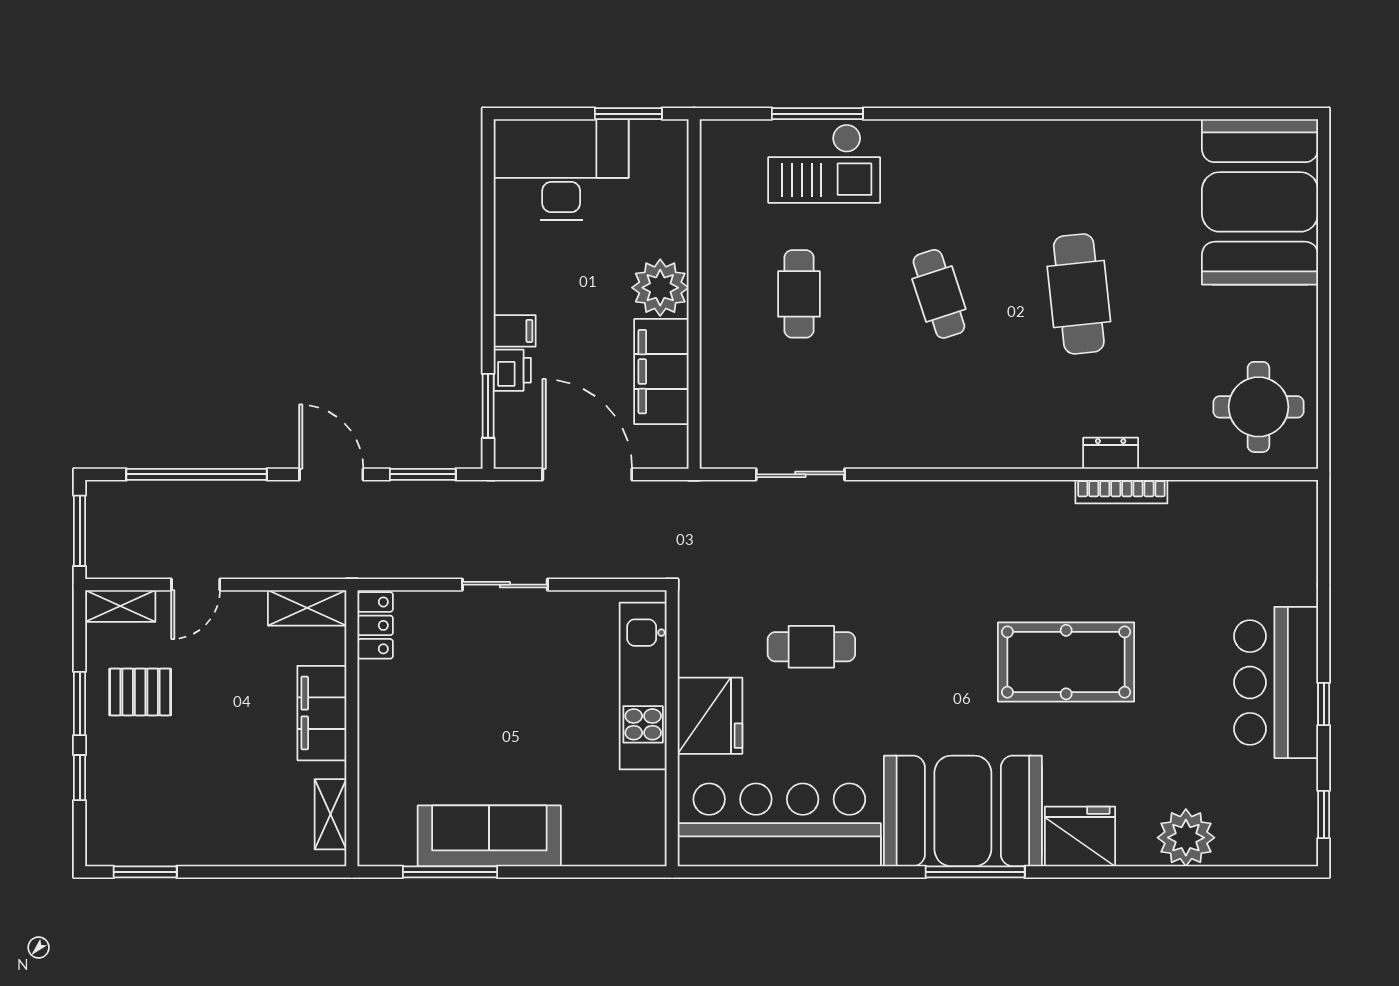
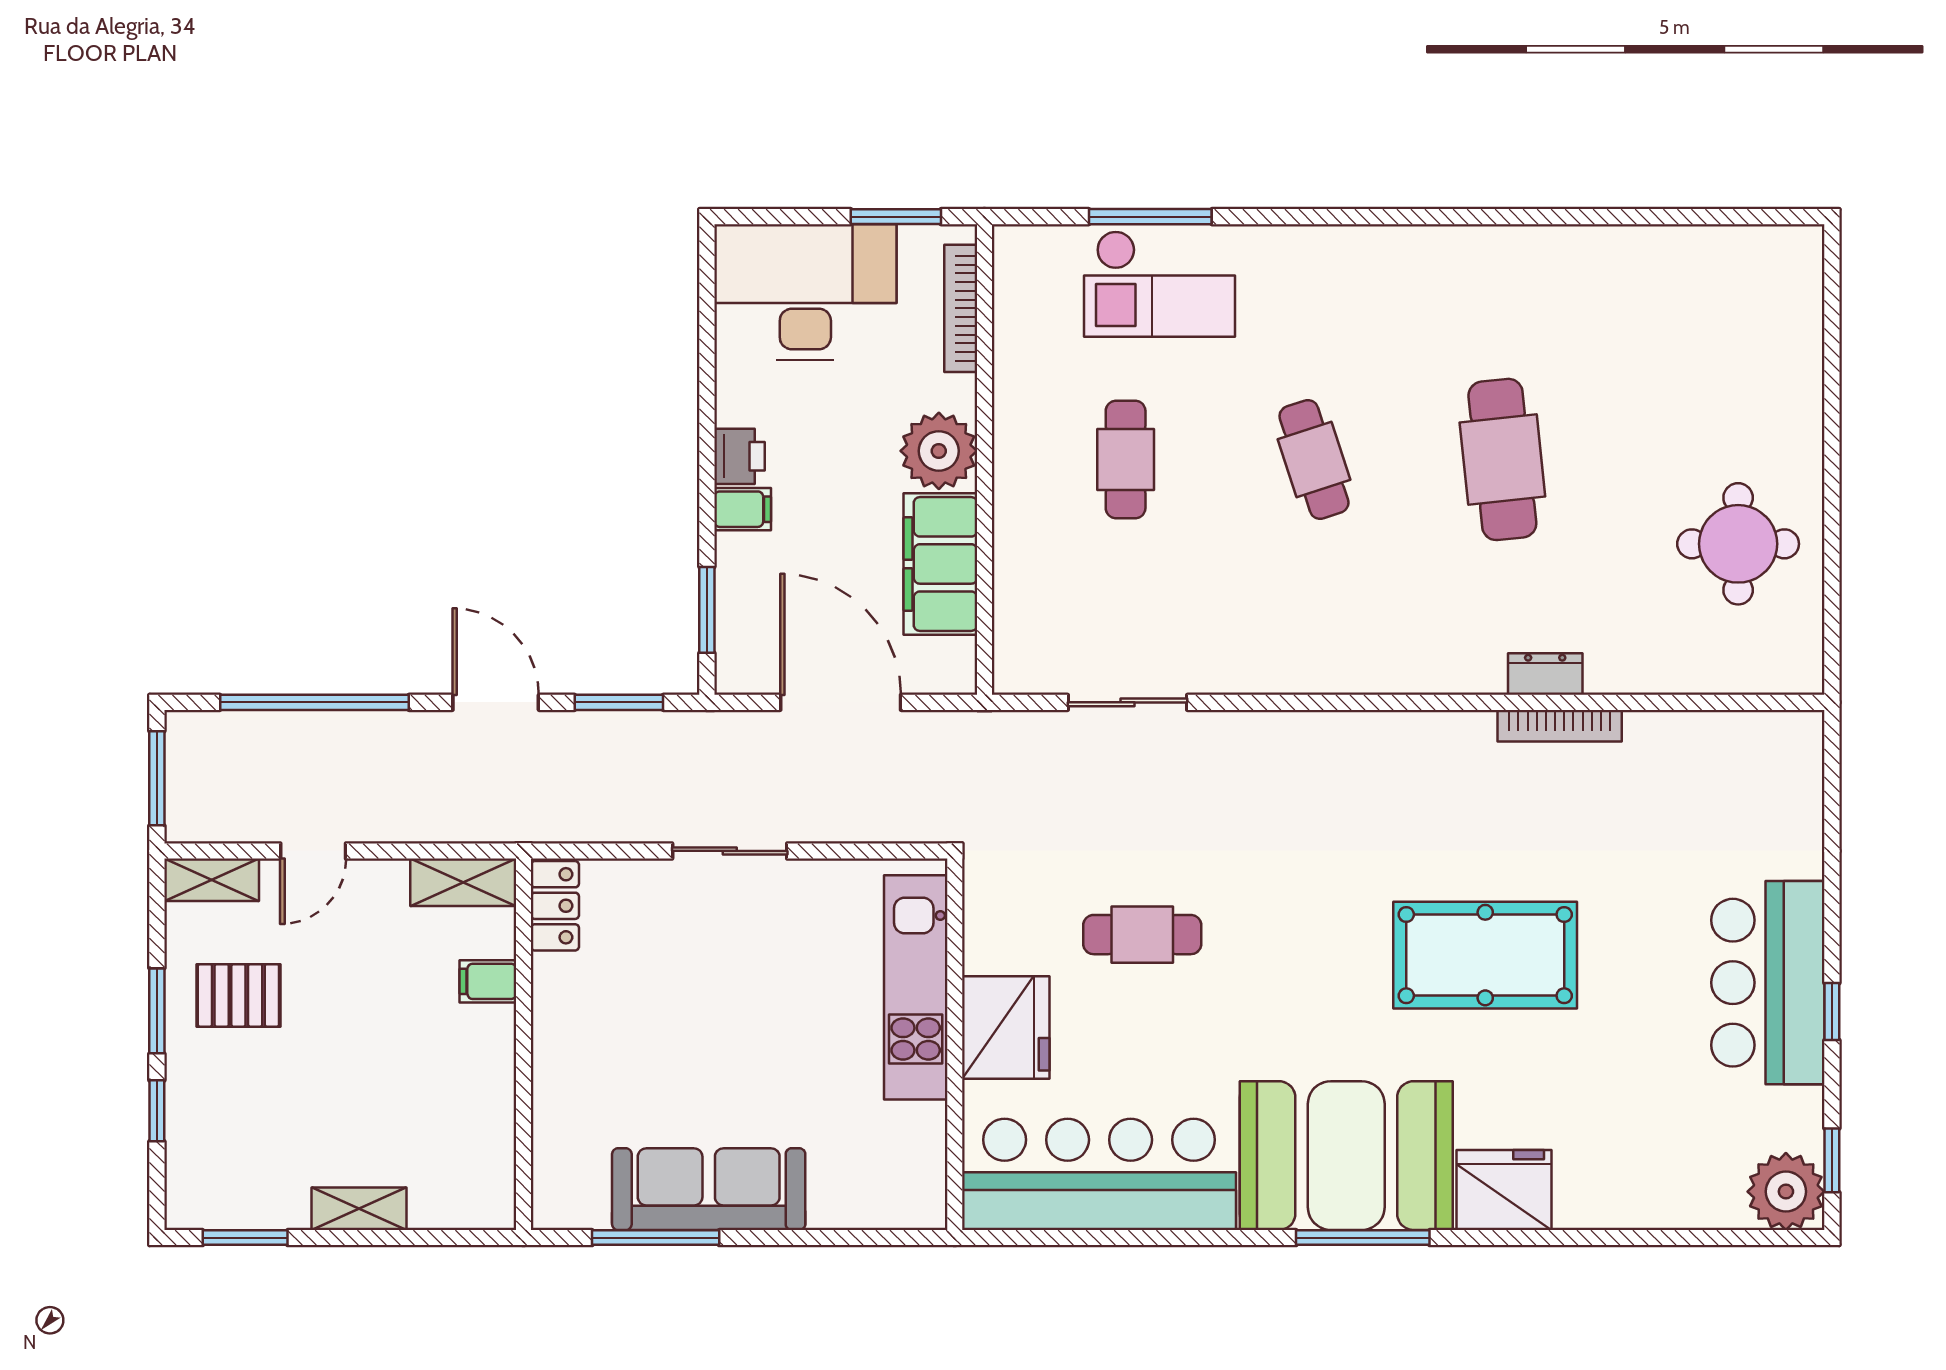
bookcase: (677, 182) -> (961, 308), added
booth: (1260, 202) -> (1746, 336), removed
printer: (512, 370) -> (740, 456), moved
round table: (1258, 407) -> (1738, 544), moved
filing cabinet: (322, 713) -> (488, 981), width x0.33, depth x0.86
shelving: (331, 814) -> (359, 1209), moved, turned 90
plant: (1186, 838) -> (1786, 1192), moved

